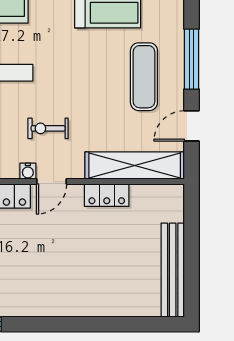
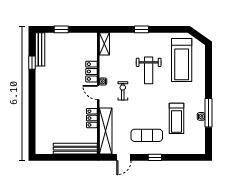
window: (192, 59) -> (155, 157), width x0.46
door: (192, 126) -> (124, 157), swing flipped
bench: (173, 270) -> (75, 149), moved

